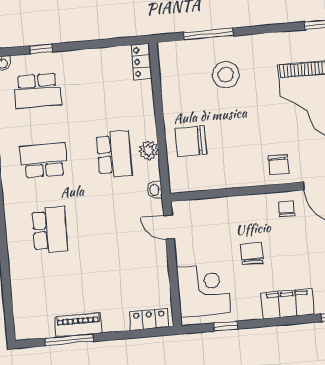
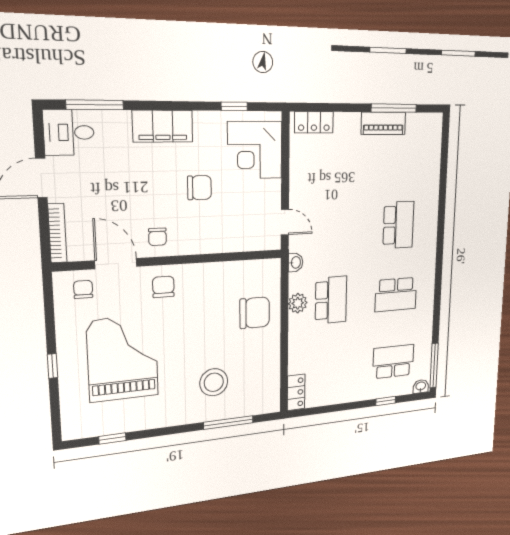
school desk: (114, 154) -> (331, 300), turned 180
school desk: (50, 230) -> (398, 225), turned 180
chair: (252, 254) -> (199, 188), turned -90

